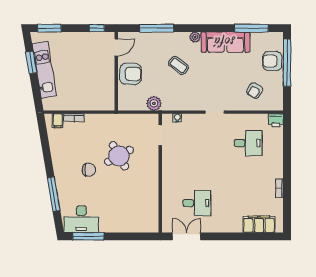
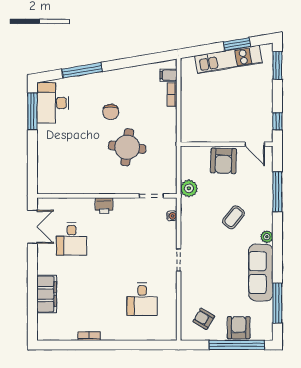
armchair: (255, 91) -> (204, 319), moved
printer: (276, 120) -> (104, 206), moved, turned -90
round table: (119, 156) -> (127, 147), turned 36
filing cabinet: (259, 224) -> (47, 294), moved

